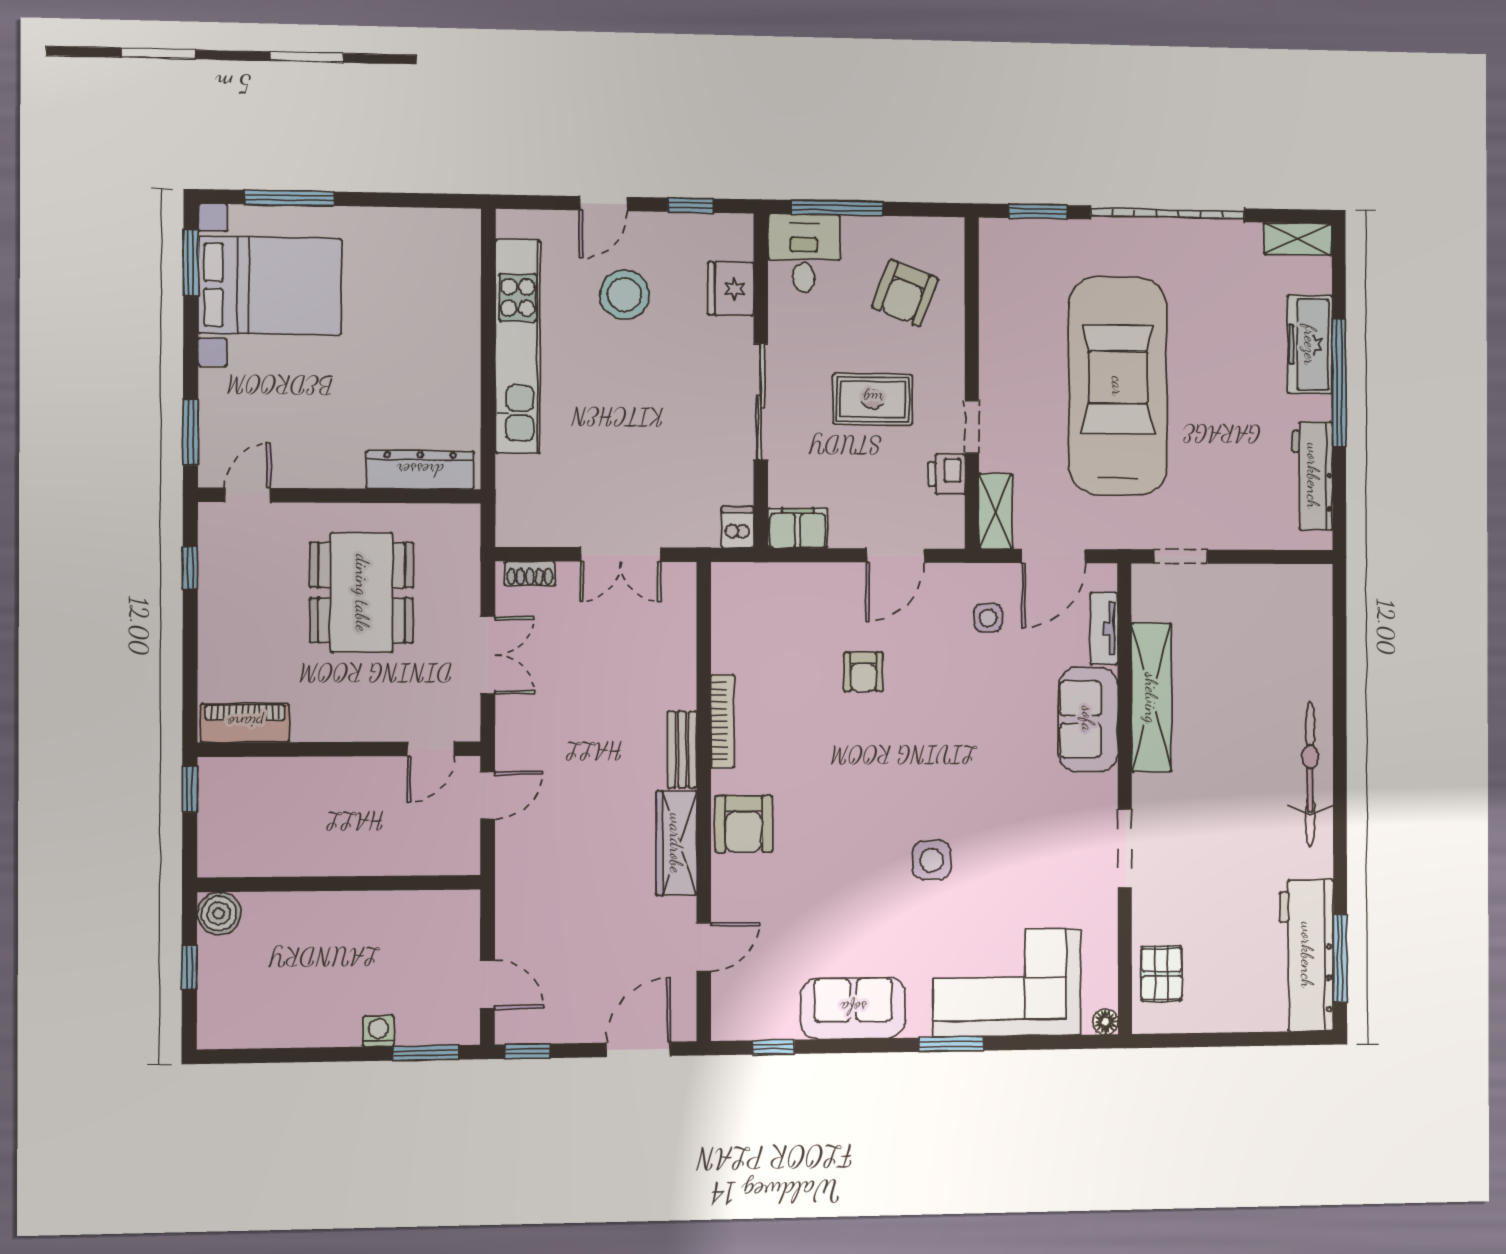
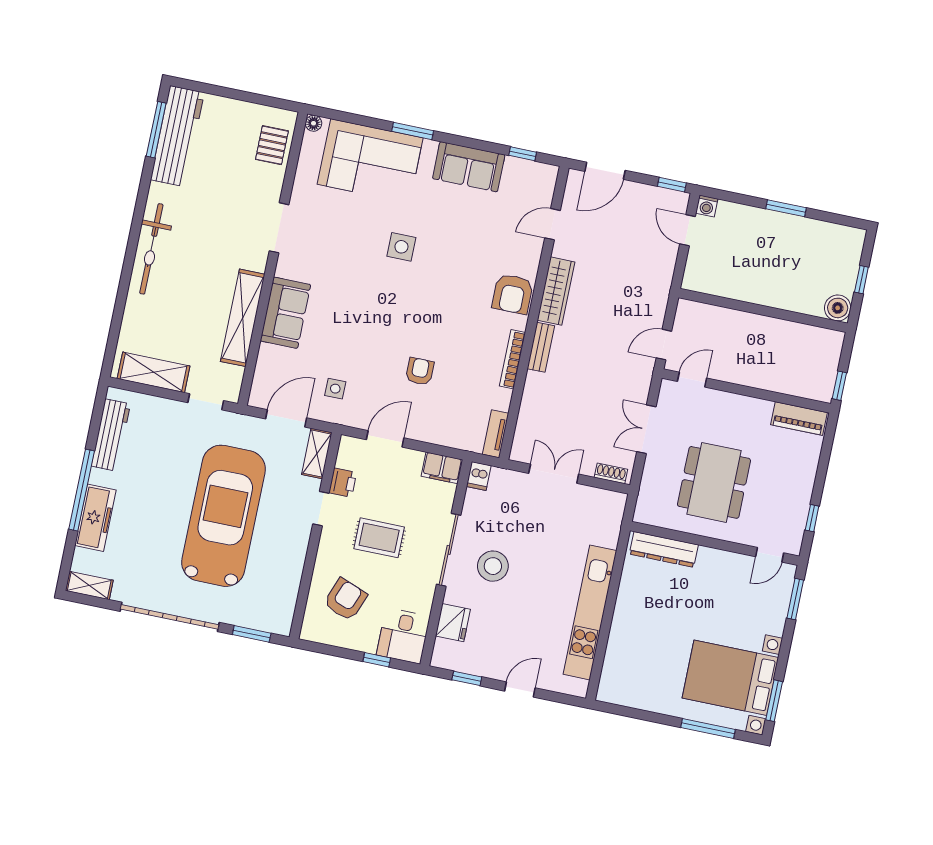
window: (837, 208) -> (377, 660), width x0.46
stool: (625, 295) -> (493, 566), moved
car: (1118, 386) -> (224, 516), turned 180
shelving: (1268, 585) -> (154, 372), added
tv unit: (1104, 628) -> (496, 434), moved, turned 180
armchair: (744, 824) -> (513, 294), turned 180
washing machine: (378, 1031) -> (707, 206), moved
window: (425, 1053) -> (786, 208), moved

